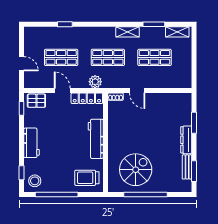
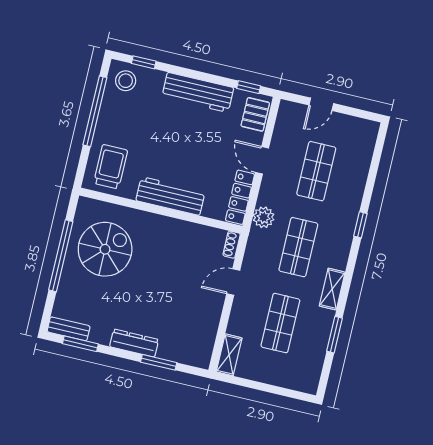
window: (65, 24) -> (360, 225), moved
shelving: (177, 32) -> (229, 355), moved
door: (62, 90) -> (262, 160), swing flipped
workbench: (32, 143) -> (198, 92), width x1.38
bench: (187, 167) -> (69, 329), moved
spiral stairs: (136, 170) -> (105, 249), turned -90

